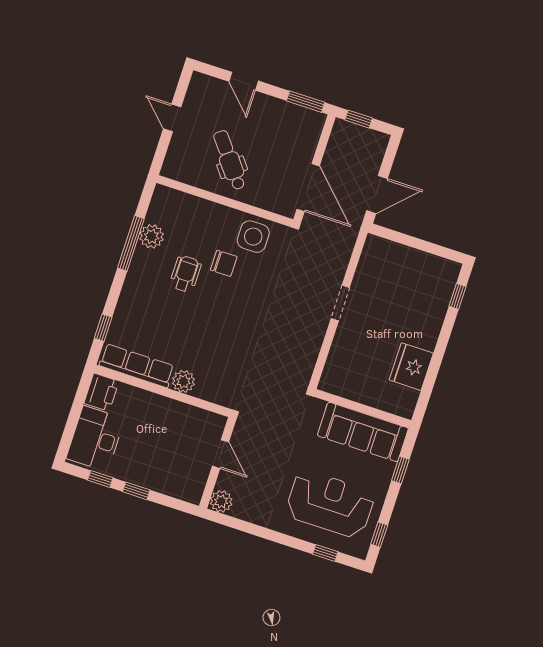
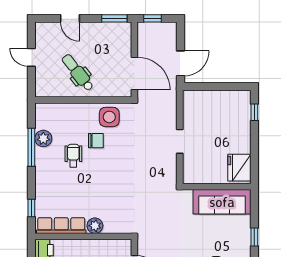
wall: (363, 408) -> (217, 187), moved
sofa: (363, 432) -> (222, 202), moved

